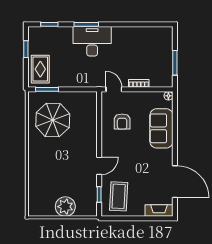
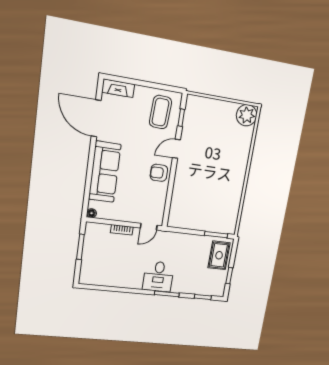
desk: (92, 41) -> (158, 276), width x0.73
door: (114, 89) -> (149, 227), hinge flipped
parasol: (53, 120) -> (216, 203), removed
armchair: (122, 122) -> (159, 173), moved, turned -90
sofa: (161, 128) -> (105, 172), width x1.36
plant: (65, 207) -> (247, 115), moved

